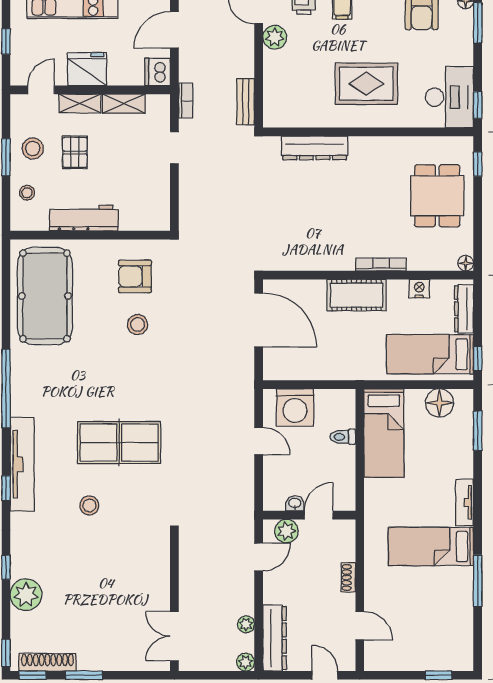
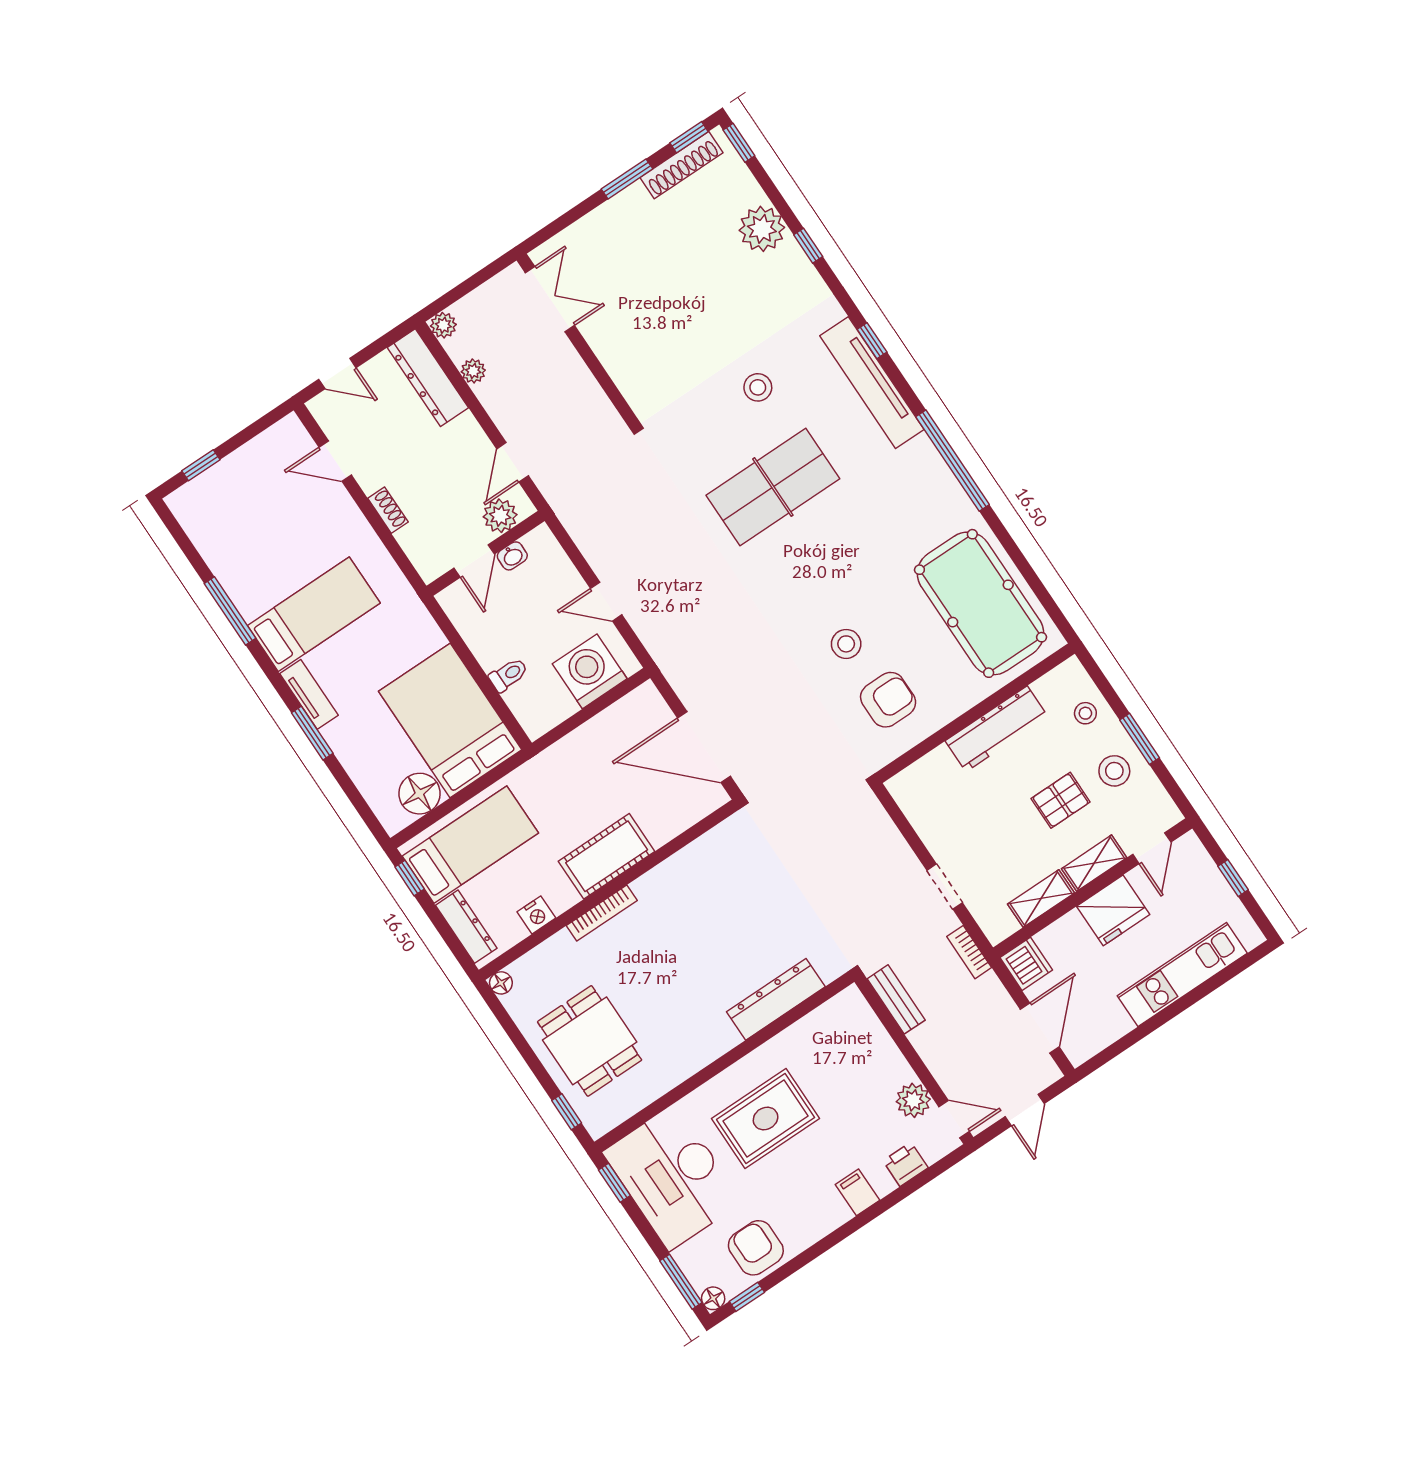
desk: (449, 97) -> (672, 1177), width x1.36, depth x1.30
pallet: (75, 152) -> (1061, 800), turned 90
window: (478, 431) -> (312, 733), moved
bed: (384, 433) -> (450, 721), width x1.50

